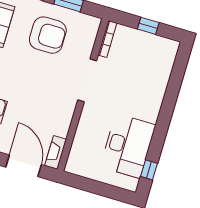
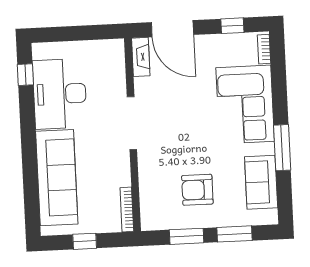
armchair: (48, 35) -> (197, 190), width x0.73, depth x0.73
doorway: (87, 80) -> (132, 123), moved
sofa: (153, 82) -> (57, 178), added

